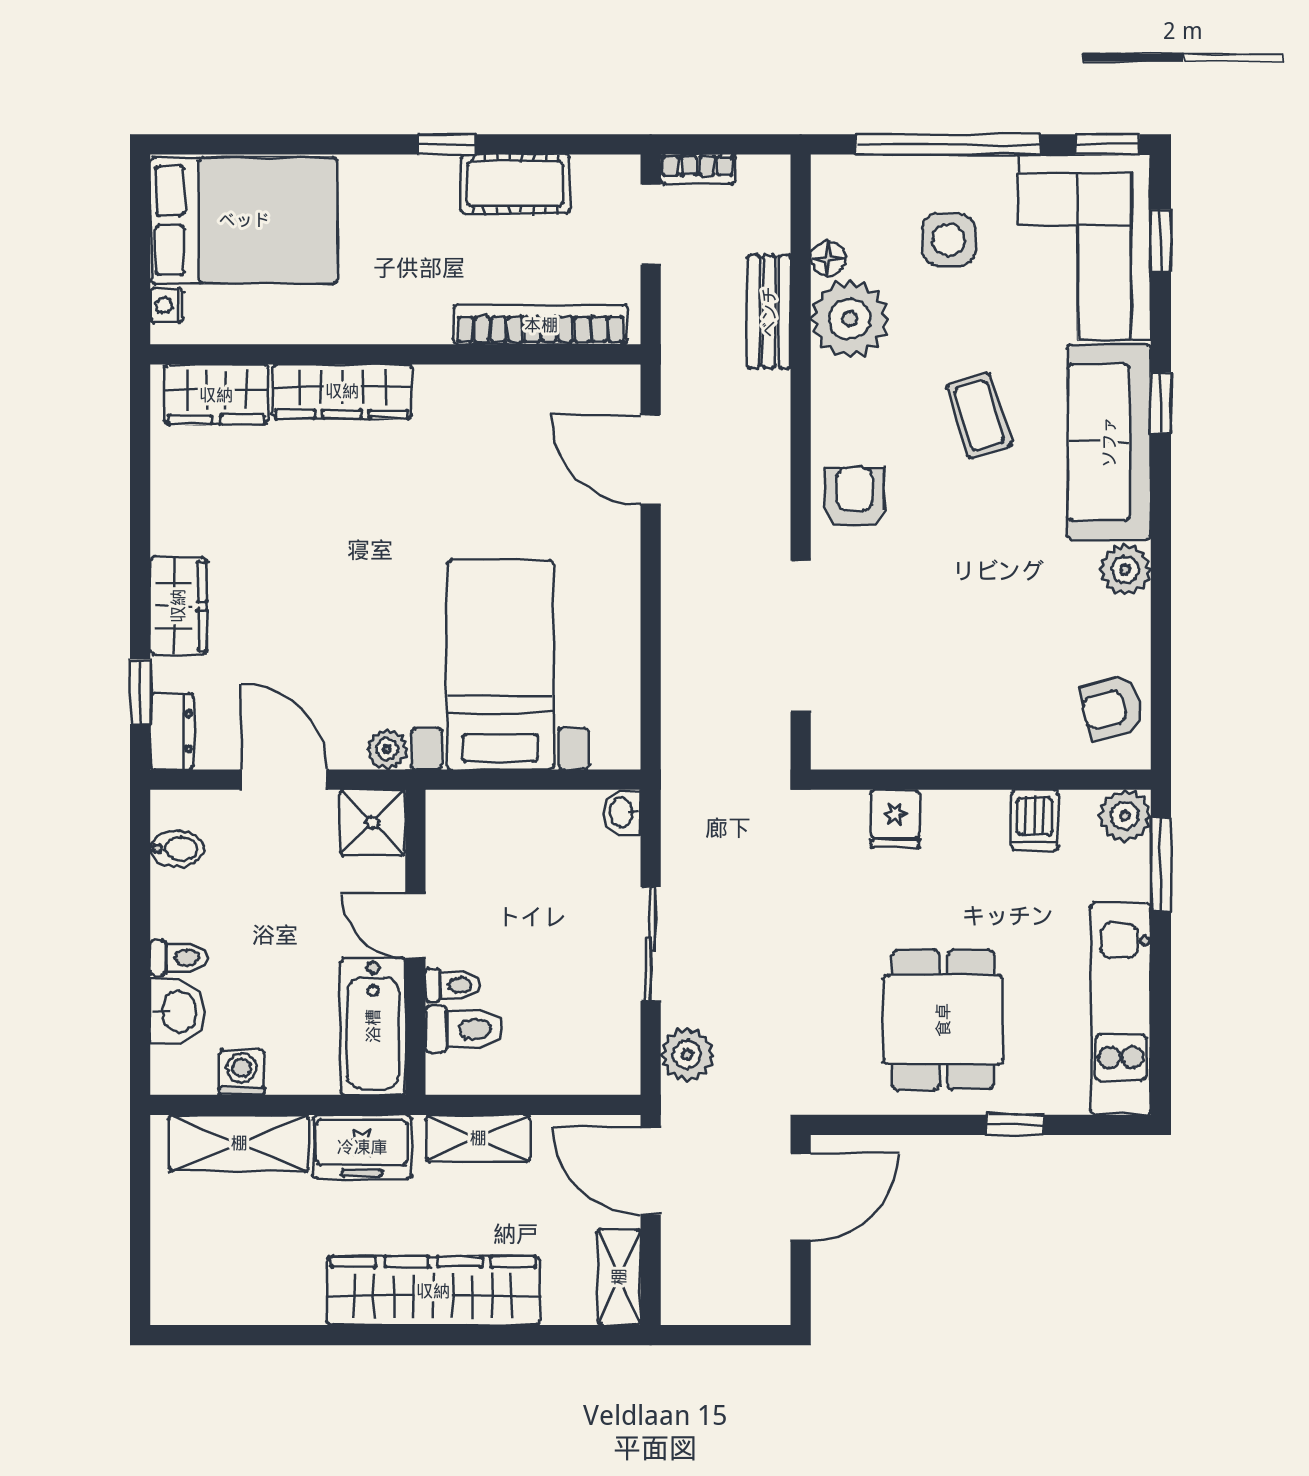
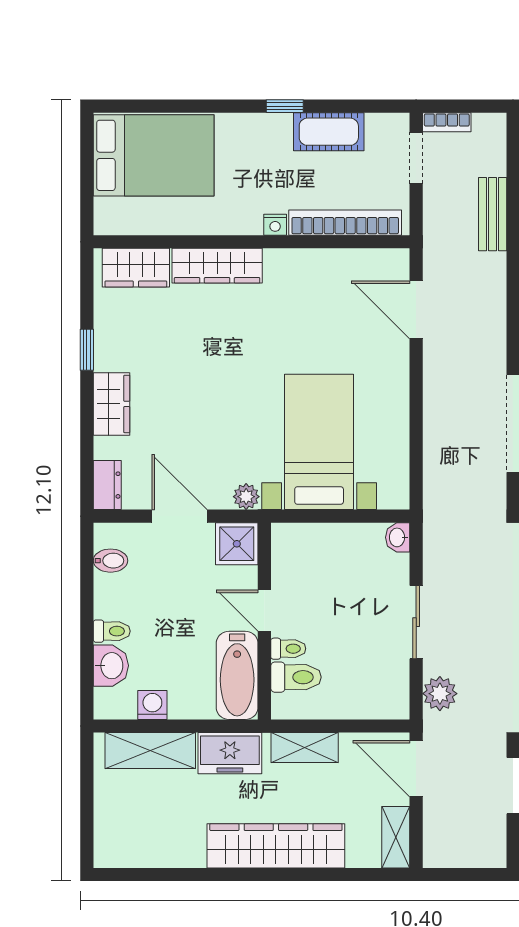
nightstand: (167, 305) -> (275, 225), moved, turned -90
window: (140, 692) -> (87, 350), moved

